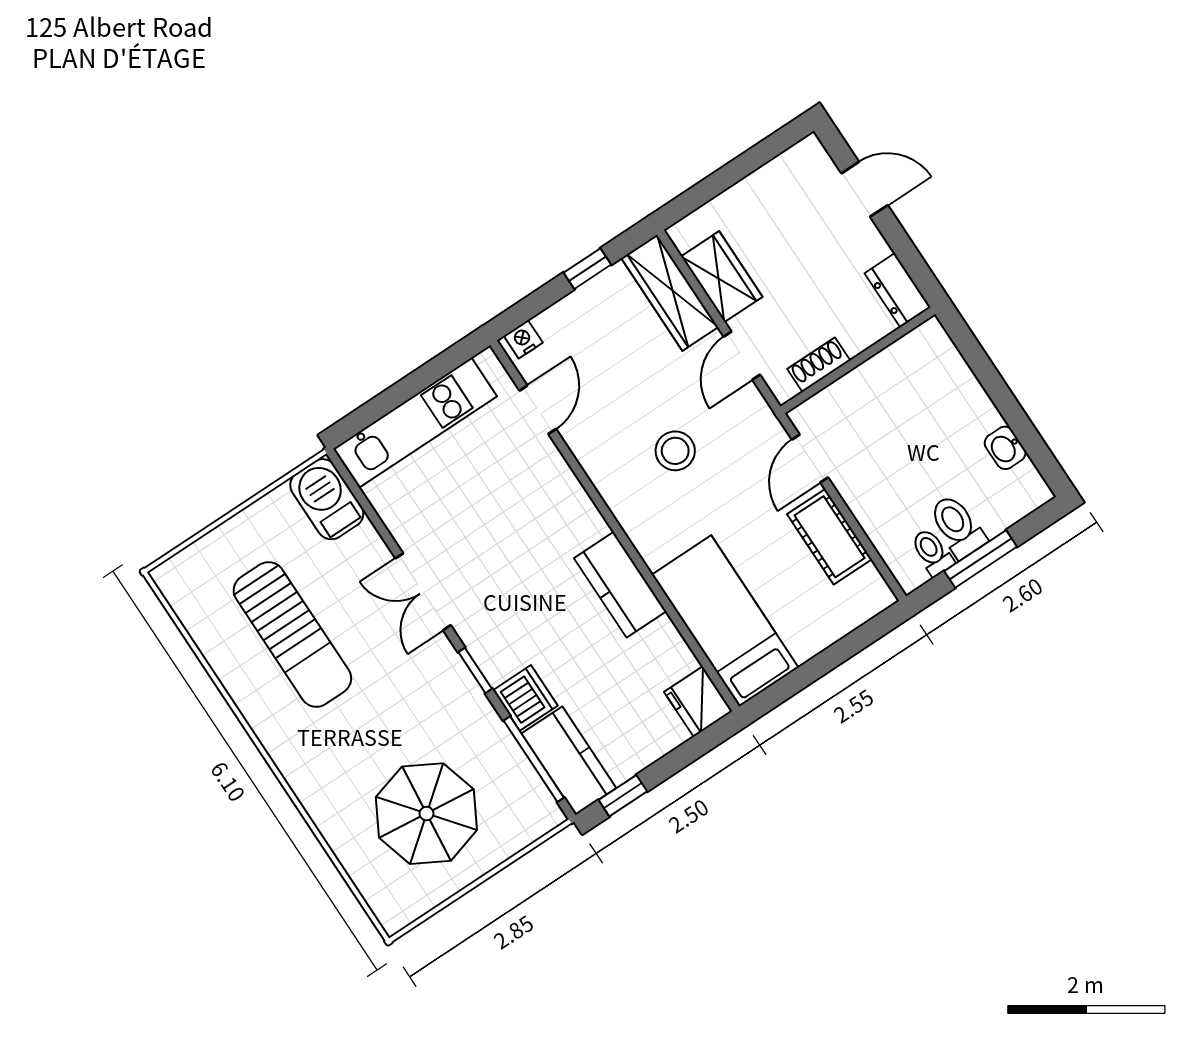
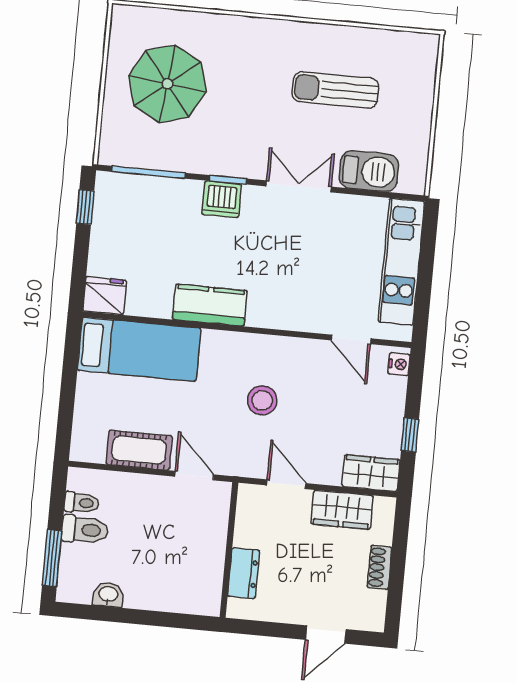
dresser: (898, 290) -> (243, 573), moved, turned 90
wardrobe: (670, 293) -> (371, 473), width x0.67
shoe rack: (819, 365) -> (380, 567), moved, turned 180
barbecue: (327, 499) -> (369, 171), moved
window: (981, 559) -> (52, 558), moved
sun lounger: (292, 634) -> (335, 90), width x0.73, depth x0.75
dishwasher: (525, 698) -> (222, 199), moved
kitchen counter: (569, 761) -> (131, 192), removed

